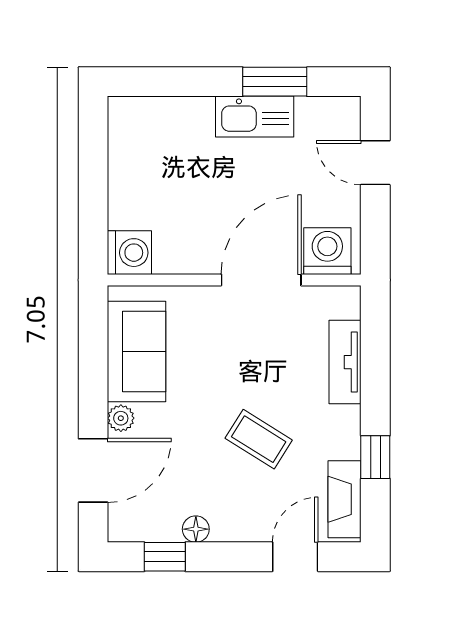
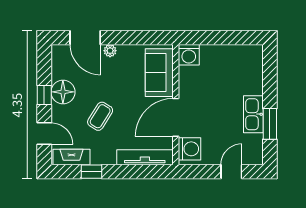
door: (261, 280) -> (176, 117), swing flipped
sofa: (137, 351) -> (159, 73), moved, turned 90
tv unit: (345, 362) -> (145, 157), width x1.41
floor lamp: (196, 529) -> (63, 92), width x1.89, depth x1.89
window: (165, 557) -> (44, 95), moved

